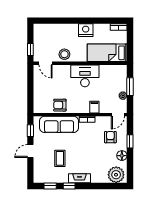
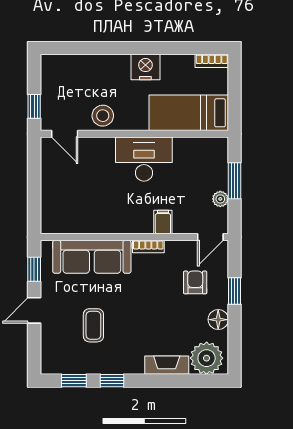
armchair: (60, 105) -> (94, 218), removed
fireplace: (80, 178) -> (167, 365), moved

